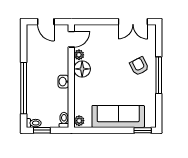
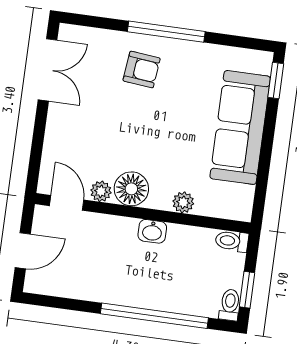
armchair: (139, 66) -> (142, 69), turned -147
plant: (79, 121) -> (183, 202), moved

